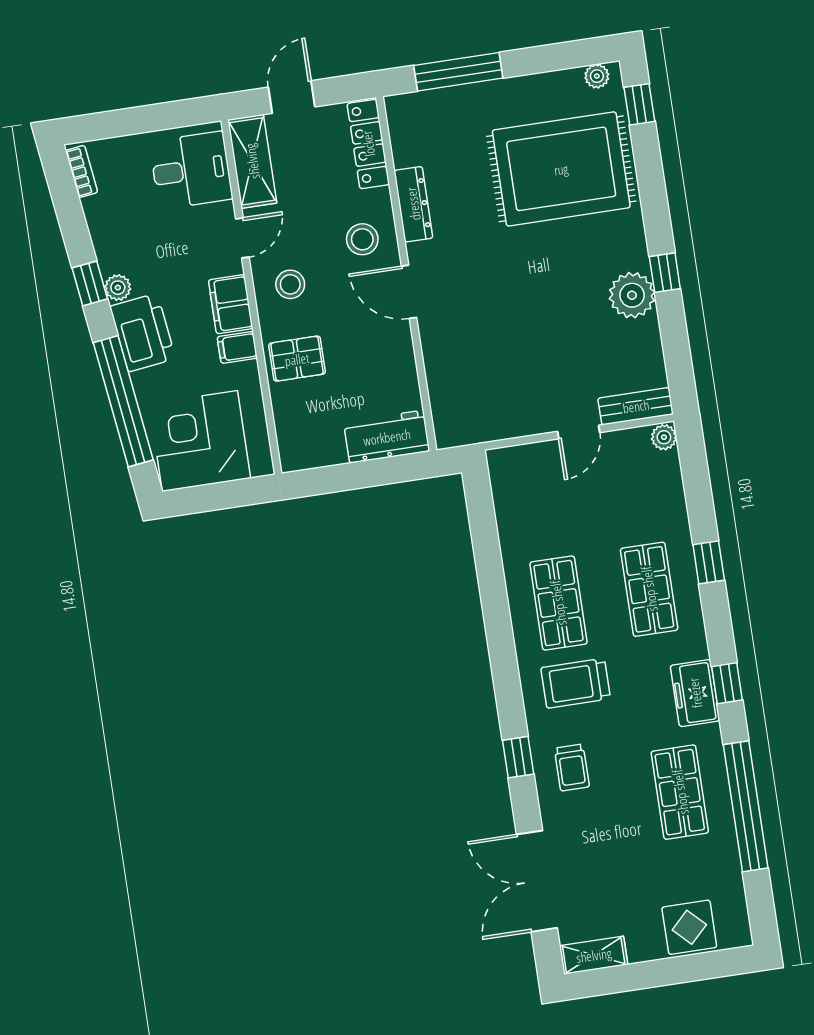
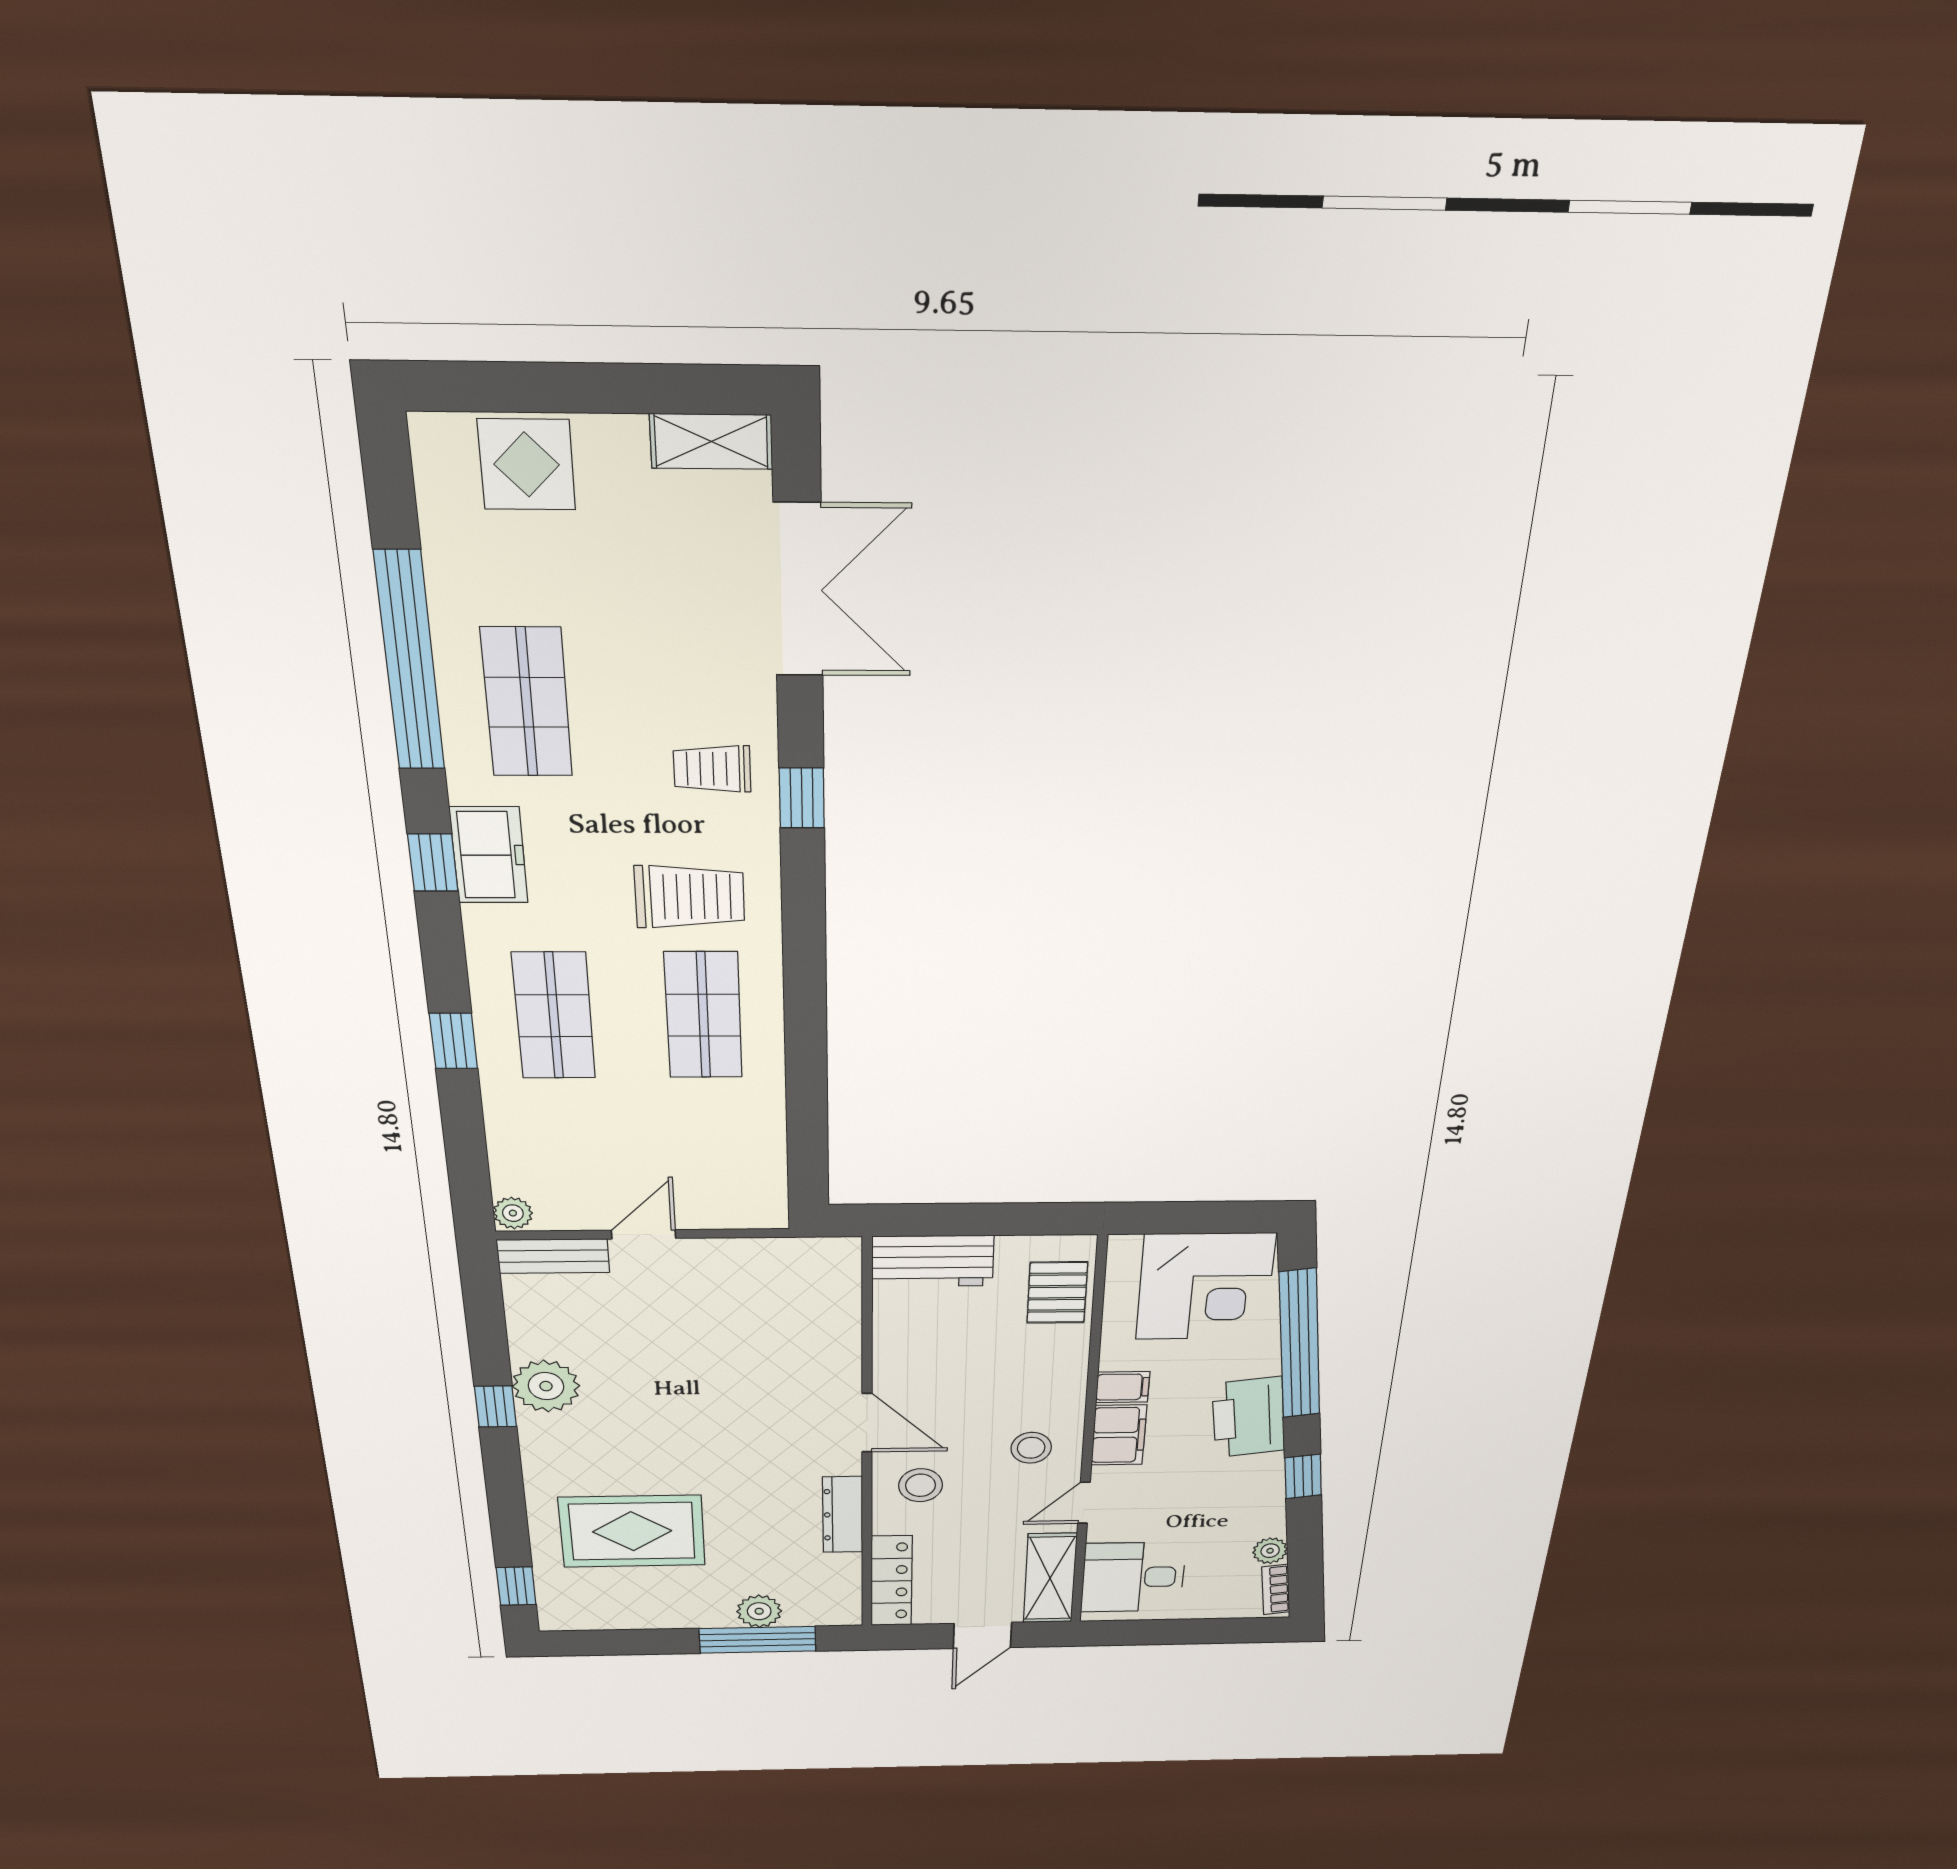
plant: (597, 76) -> (759, 1611), moved, width x1.38, depth x1.38
rug: (561, 169) -> (632, 1531), width x0.73, depth x0.69
plant: (118, 288) -> (1270, 1551), moved
pallet: (297, 359) -> (1057, 1293), moved, turned 90
trolley: (572, 768) -> (712, 769), turned -90

